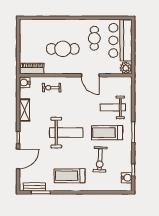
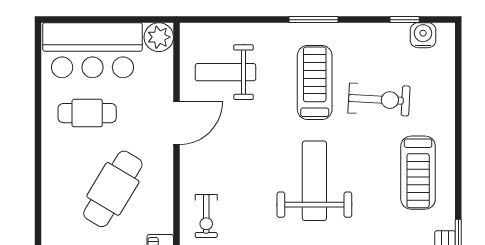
cafe table: (63, 49) -> (113, 189), turned 31
weight bench: (113, 107) -> (225, 72), moved, turned 90
treadmill: (107, 133) -> (315, 83), turned 180

